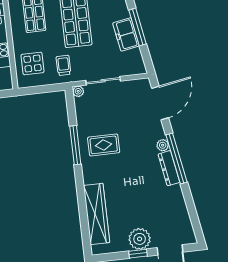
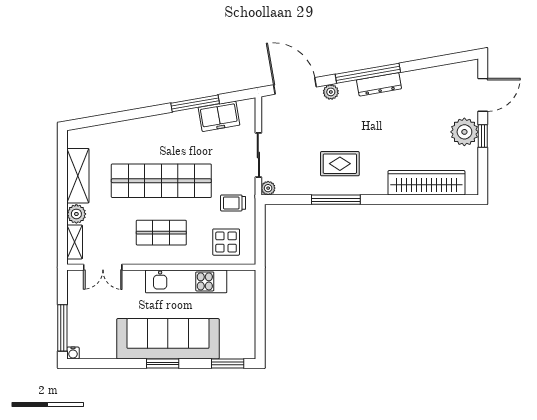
freezer: (126, 34) -> (219, 116), moved
rug: (104, 145) -> (340, 164), turned 90
plant: (163, 145) -> (331, 92), moved

